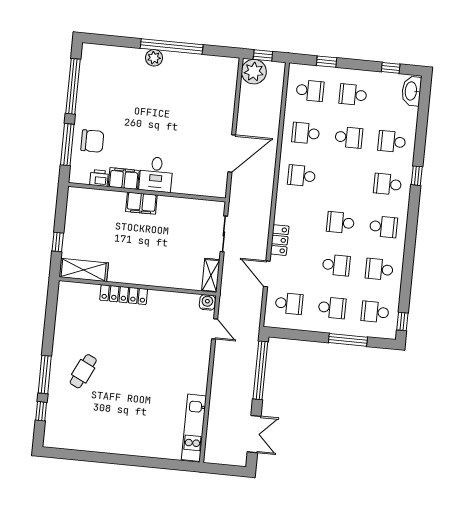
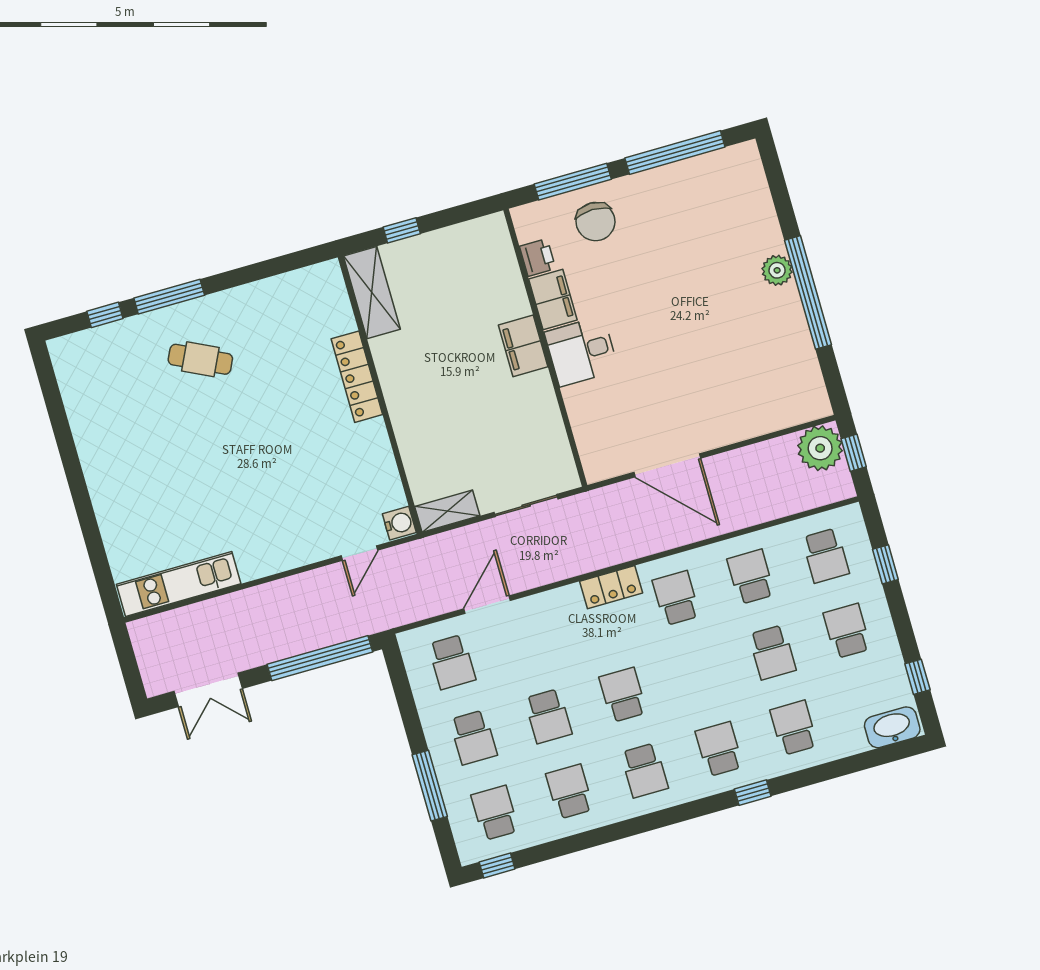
locker: (280, 240) -> (611, 587), moved

